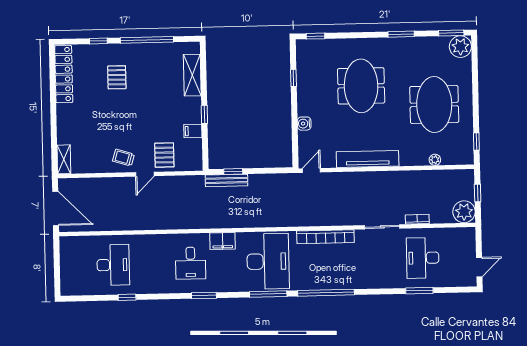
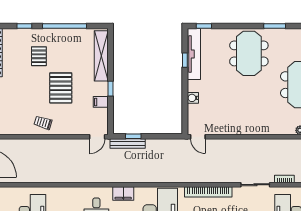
shelving: (192, 75) -> (101, 56), width x1.47
meeting table: (361, 86) -> (249, 53), moved
pallet: (164, 155) -> (61, 88), moved, width x1.50, depth x1.42
tv unit: (368, 159) -> (194, 54), moved, turned 90
door: (311, 170) -> (198, 137), swing flipped
door: (145, 174) -> (97, 137), moved

